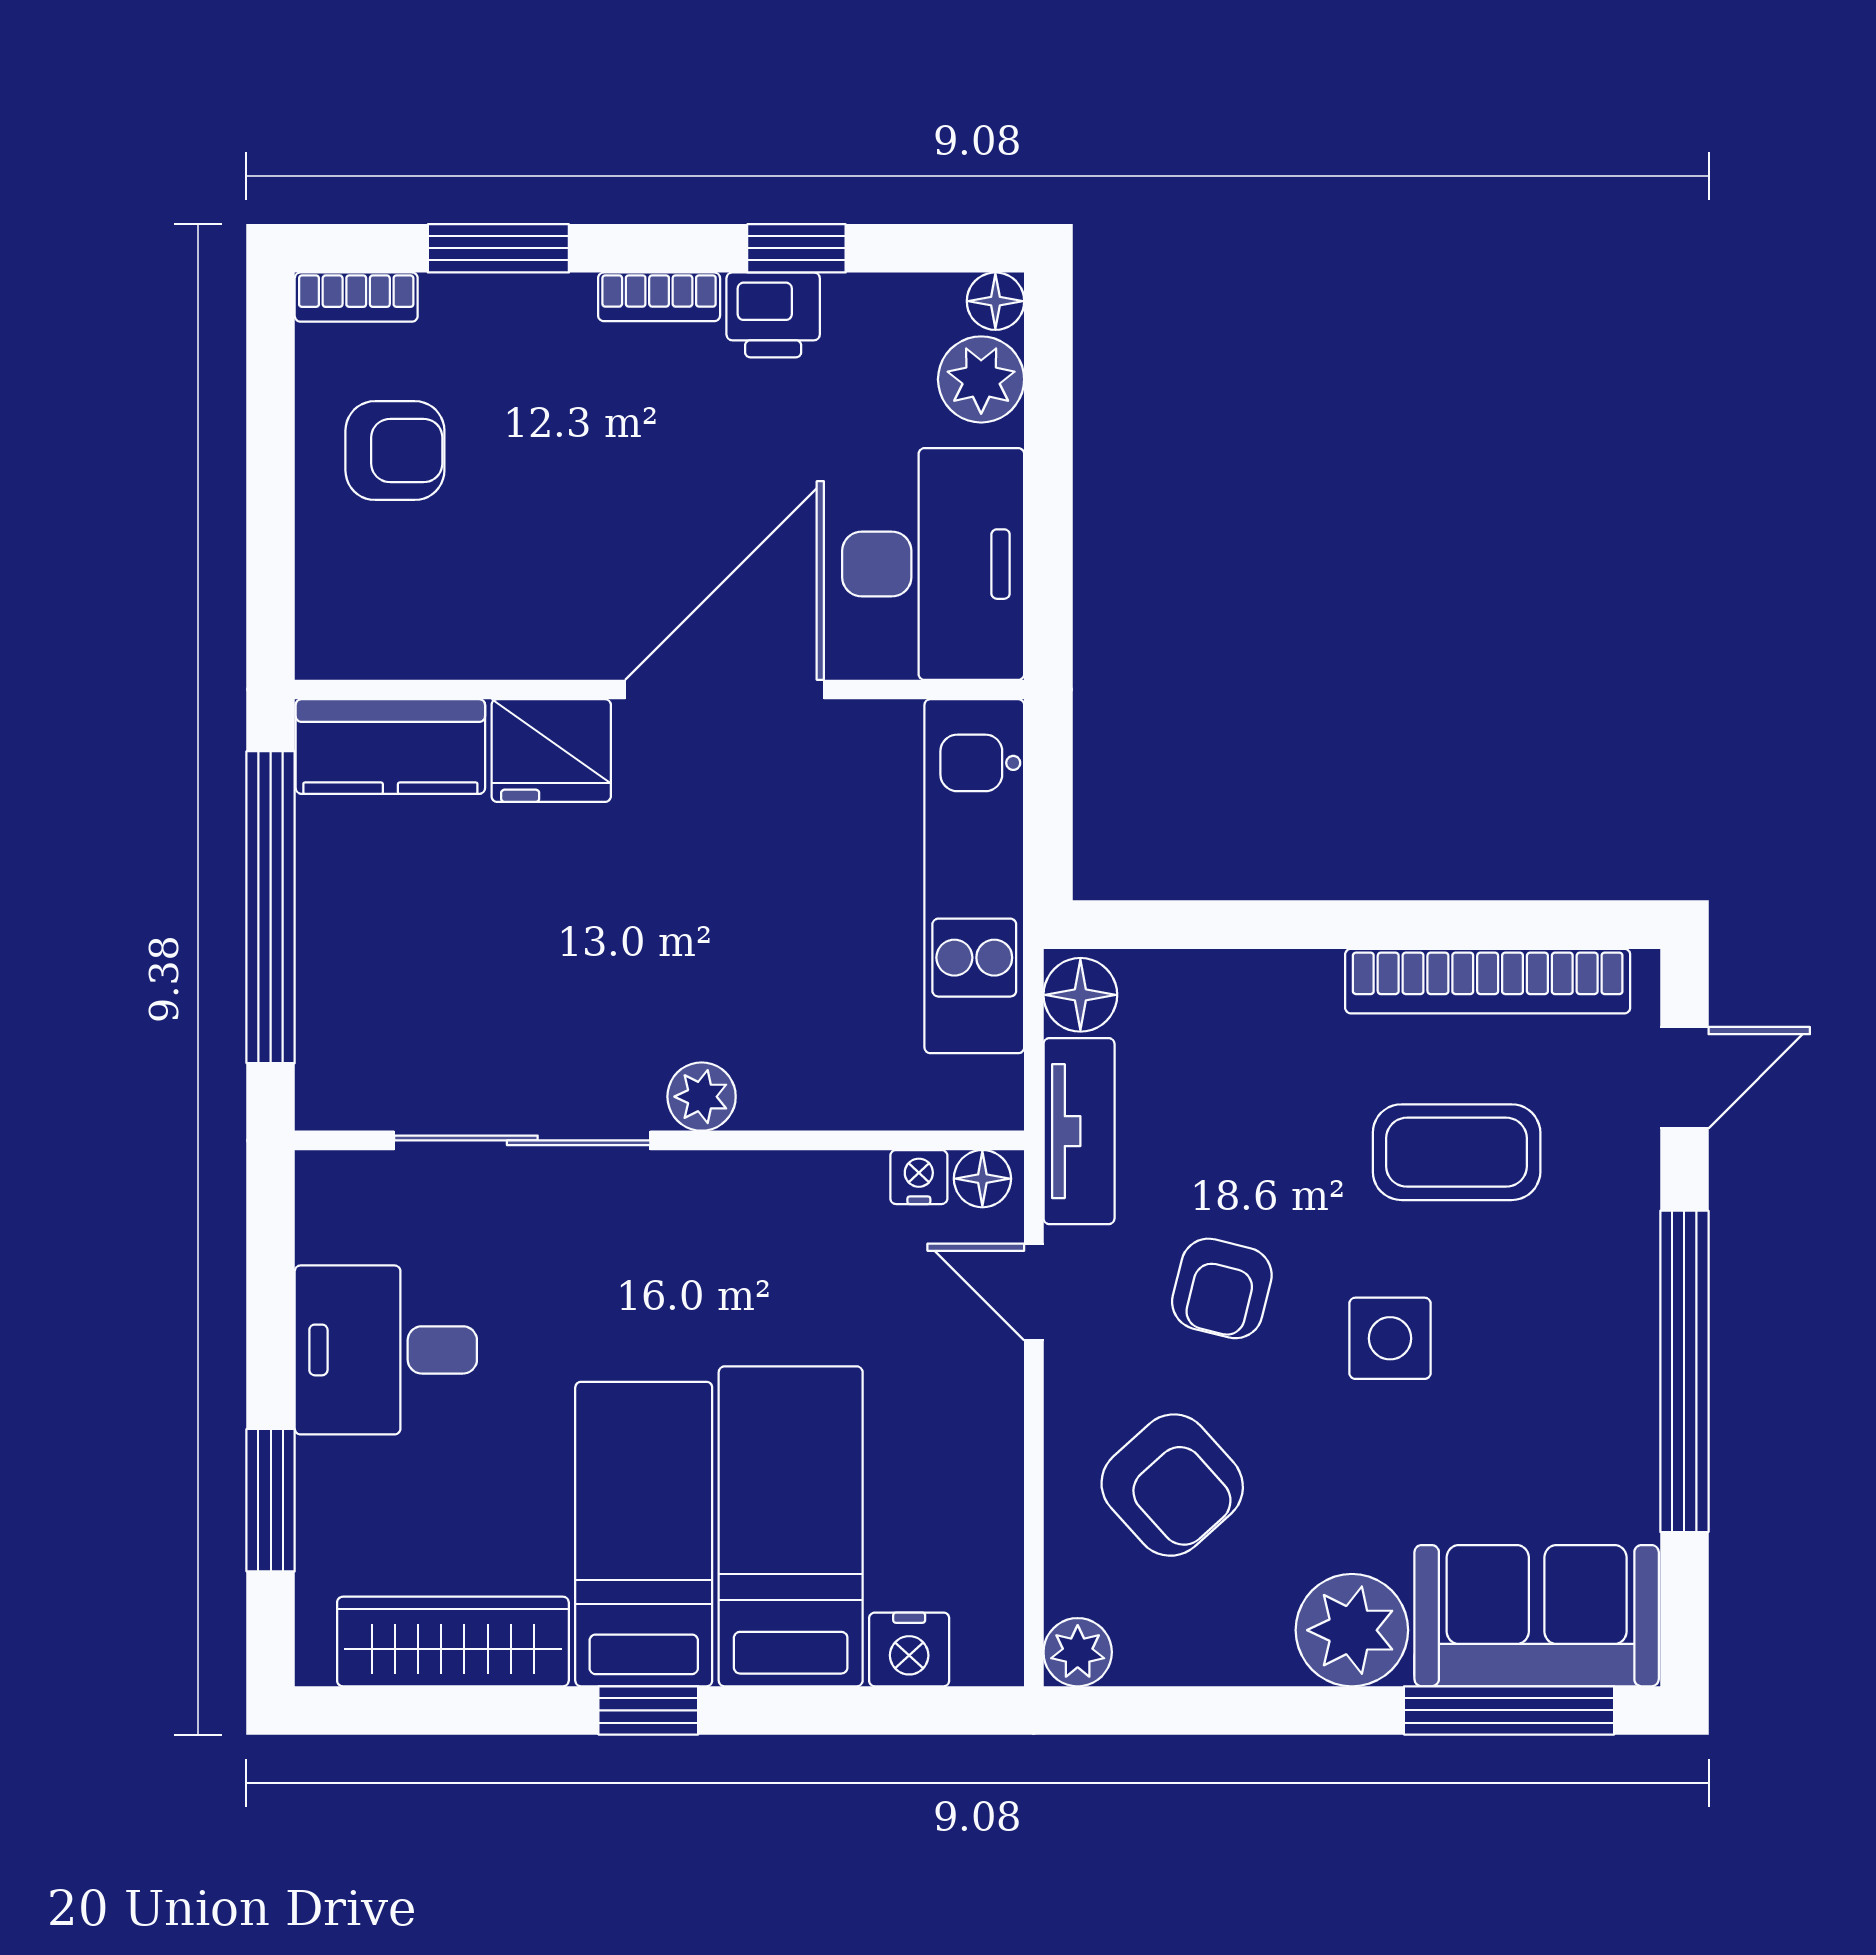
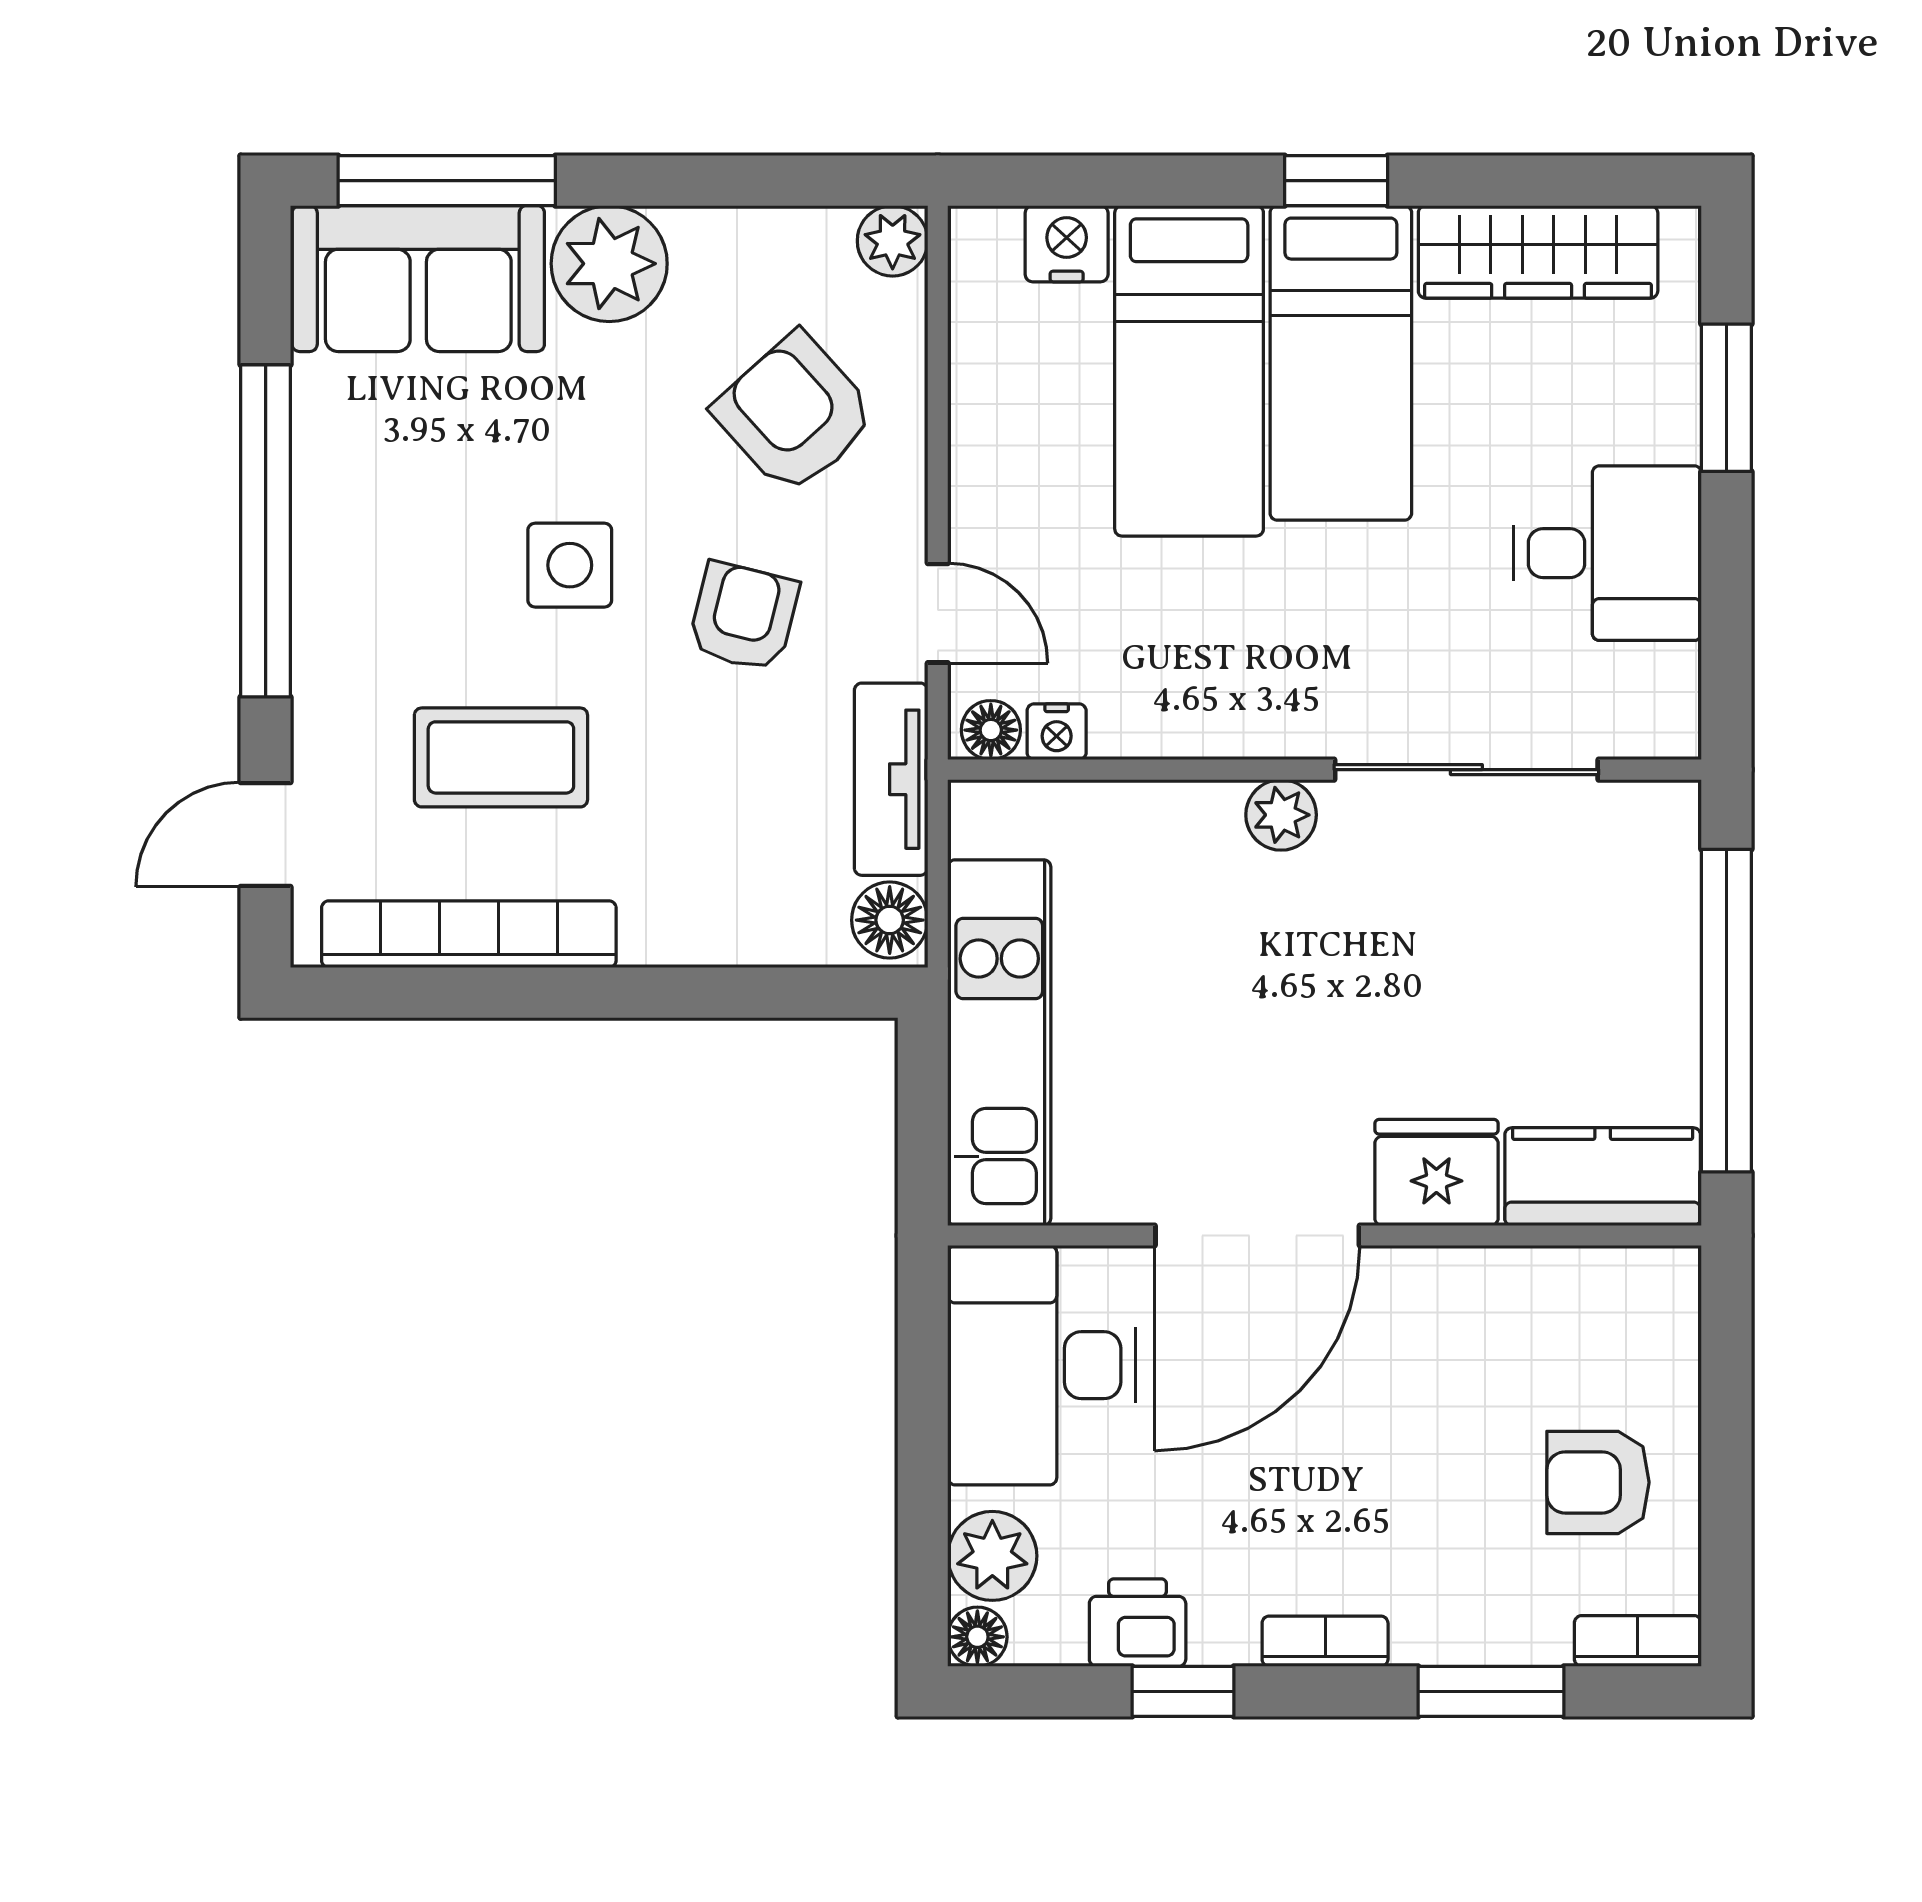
printer: (773, 315) -> (1138, 1623), moved

